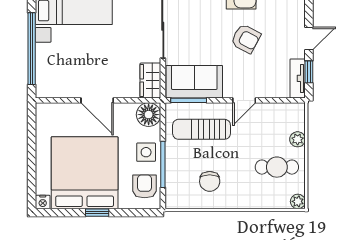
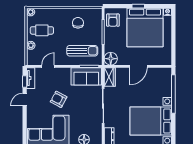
door: (97, 100) -> (138, 66), swing flipped
door: (244, 100) -> (48, 66), moved
side table: (146, 152) -> (112, 38), removed

